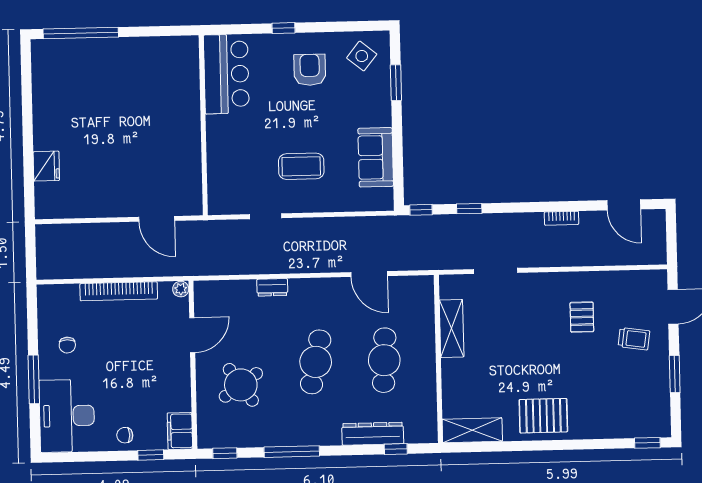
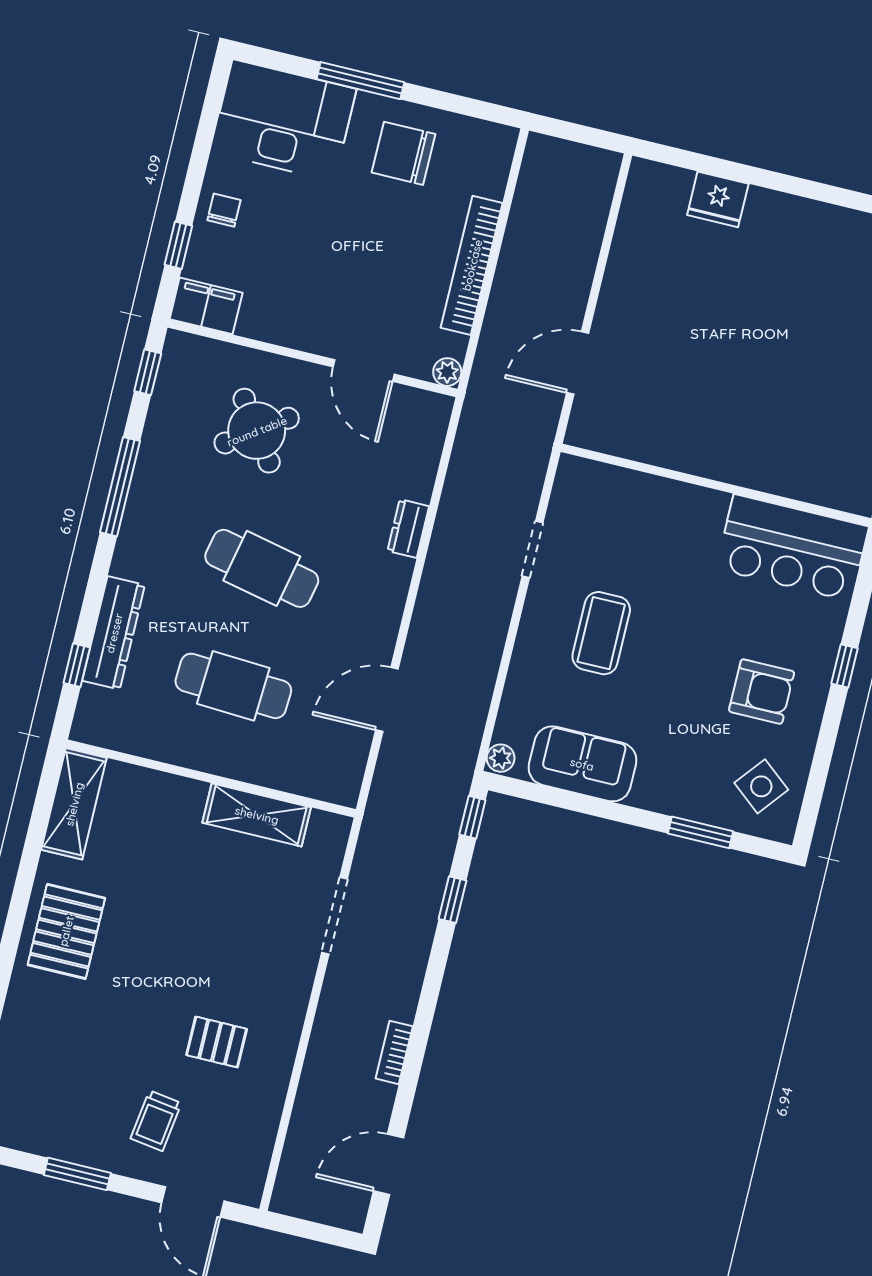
plant: (385, 203) -> (501, 758), added
chair: (67, 345) -> (404, 153), width x1.87, depth x1.87

